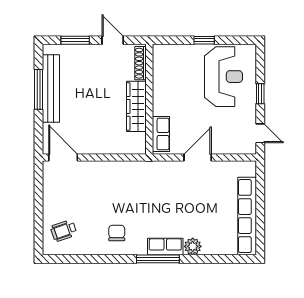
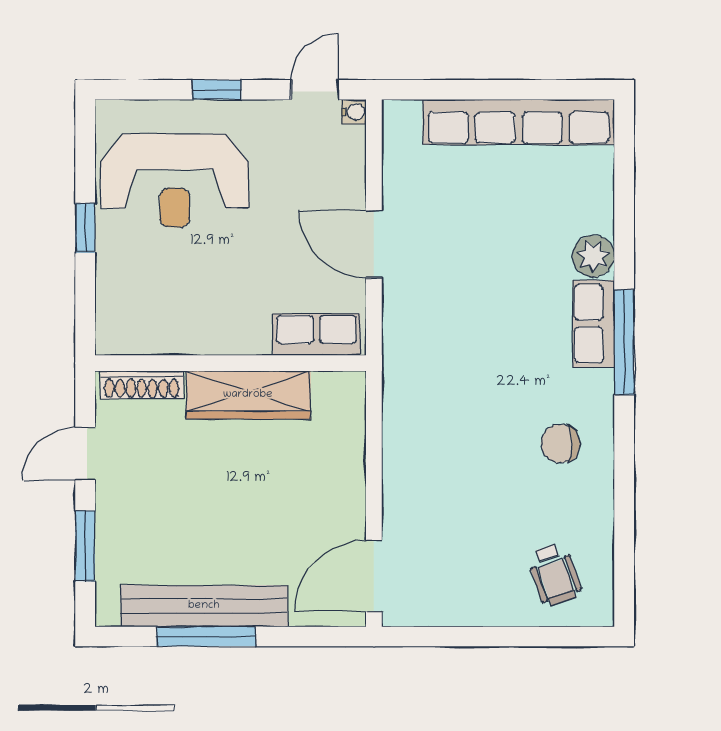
reception desk: (223, 77) -> (175, 181), turned 180
water cooler: (251, 149) -> (354, 112), added

